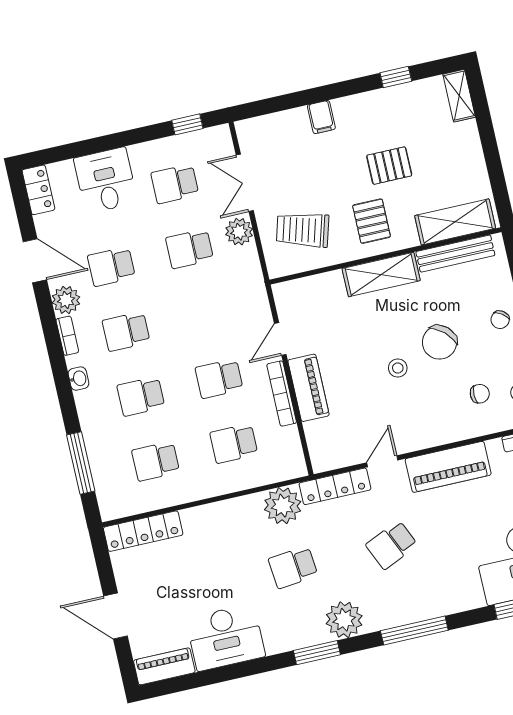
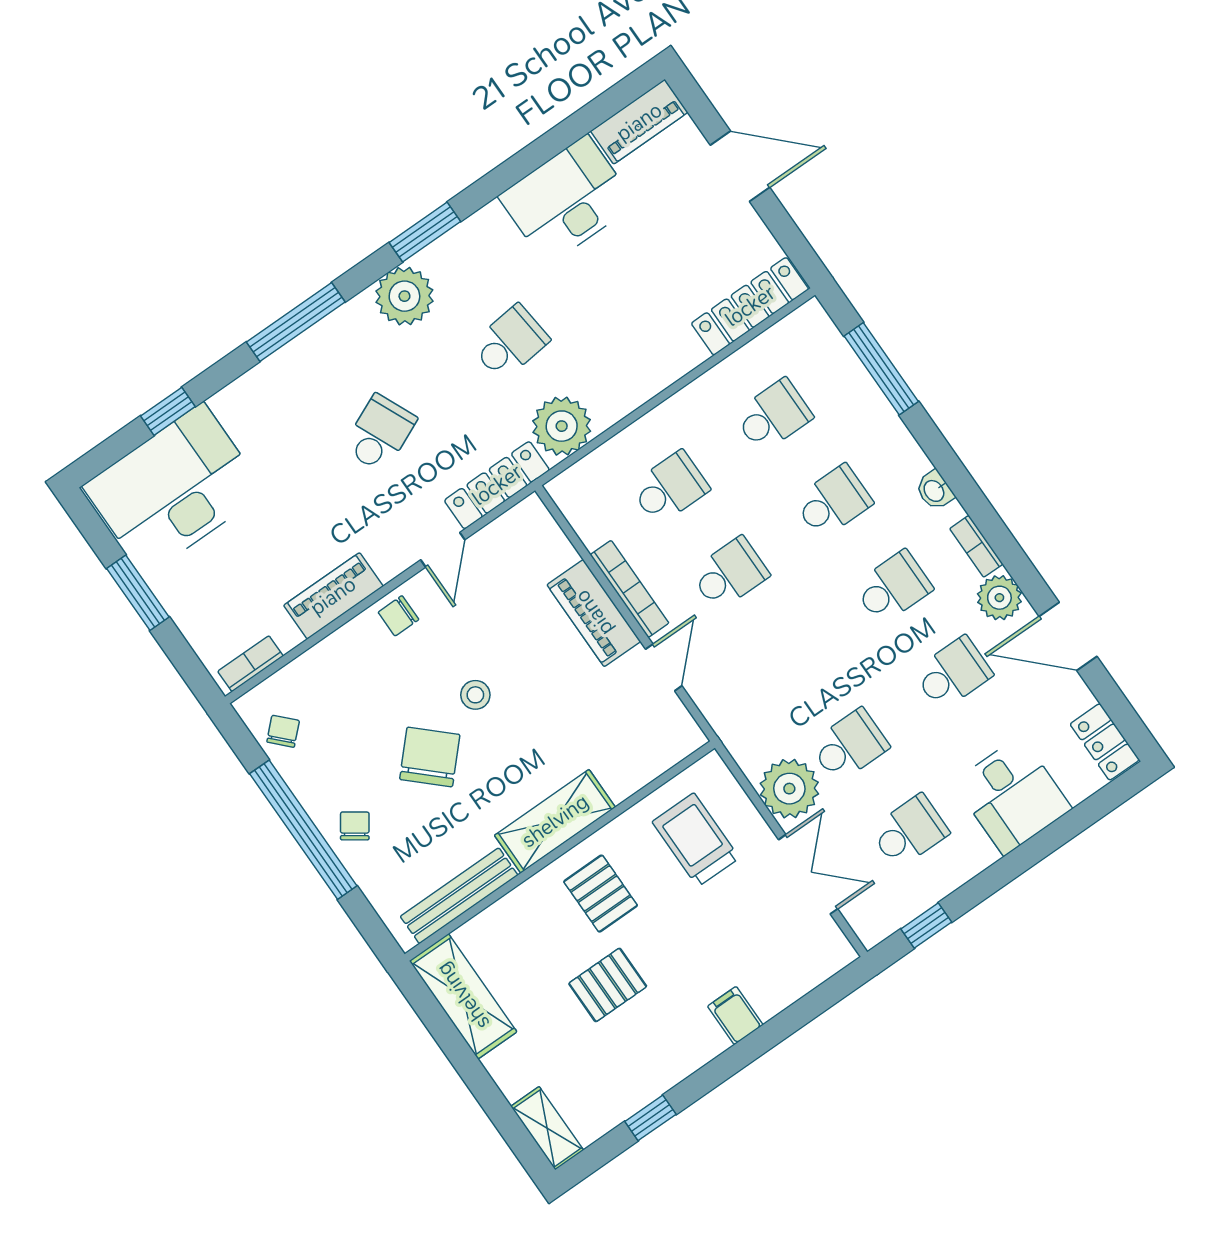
shelving: (455, 222) -> (463, 996), moved, turned 90
trolley: (303, 230) -> (696, 840), turned -106
plant: (239, 232) -> (789, 789), width x1.36, depth x1.36
chair: (480, 394) -> (398, 616), moved
piano: (448, 467) -> (333, 596), width x0.73, depth x0.75

